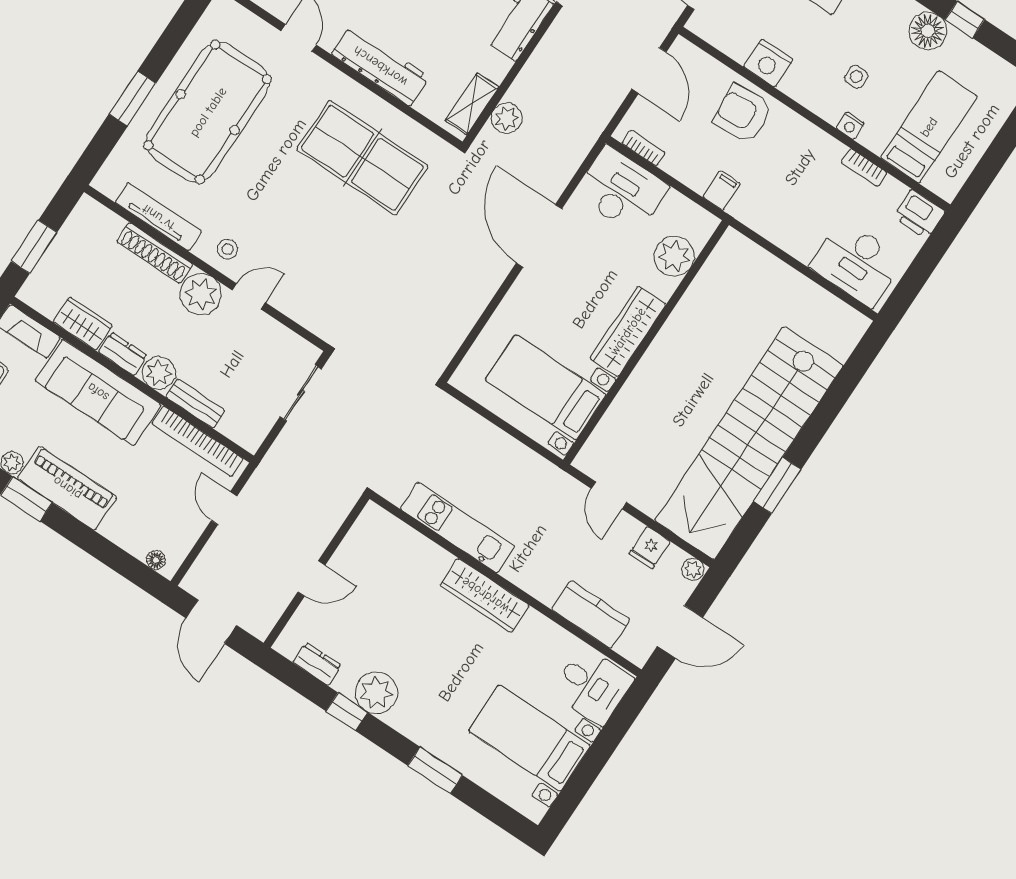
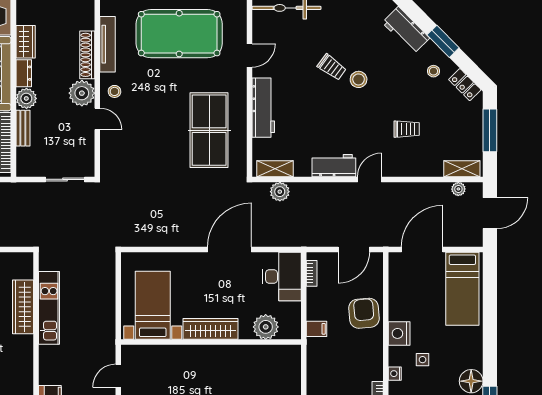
nightstand: (768, 63) -> (399, 333), moved
wardrobe: (485, 595) -> (23, 307), moved

